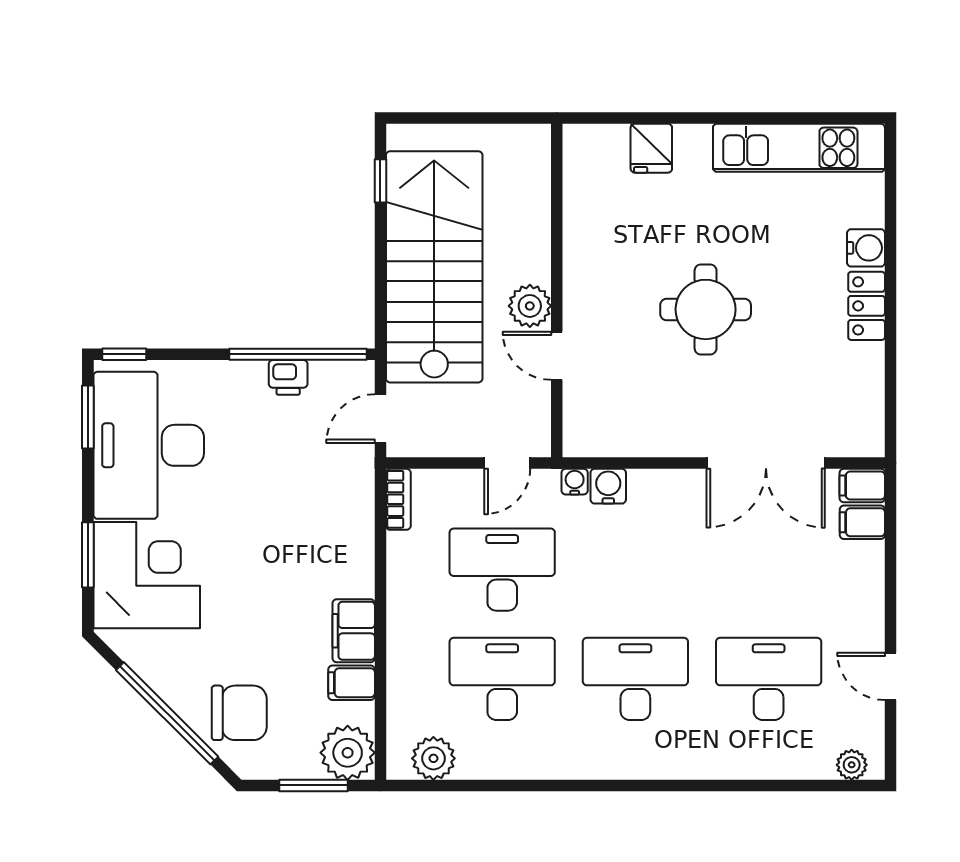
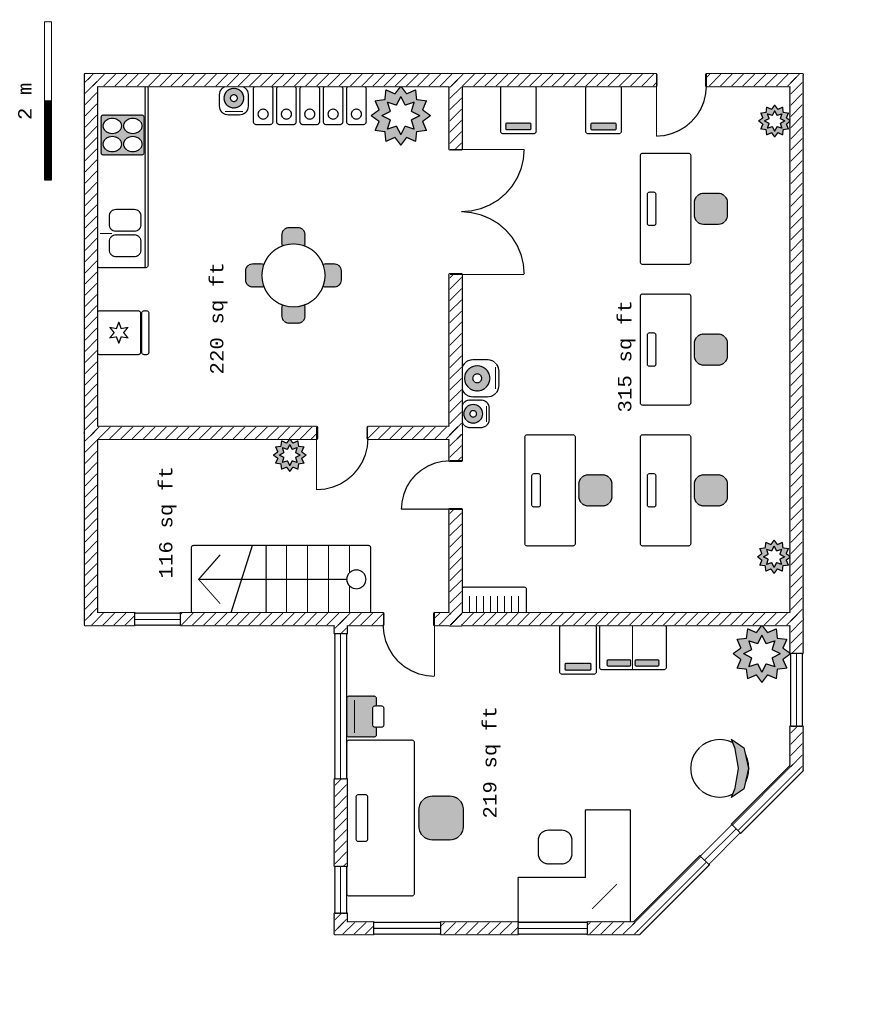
water cooler: (866, 248) -> (234, 100), width x0.72, depth x0.72
stairs: (434, 267) -> (281, 579), width x0.73, depth x0.66
plant: (530, 306) -> (290, 455), width x0.73, depth x0.73
locker: (867, 306) -> (310, 105), width x1.53
plant: (857, 411) -> (401, 116), added
desk: (149, 445) -> (405, 818), moved, turned 90
door: (507, 463) -> (456, 485), swing flipped
filing cabinet: (862, 485) -> (604, 110), moved
filing cabinet: (352, 683) -> (578, 650), moved
window: (167, 713) -> (720, 845), width x0.32
chair: (239, 713) -> (720, 768), turned -90
plant: (433, 758) -> (774, 557), width x0.73, depth x0.73

